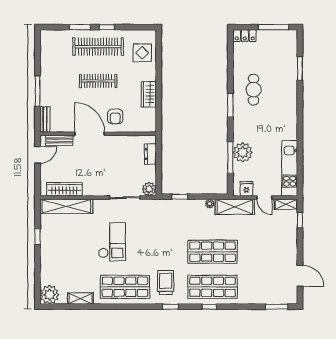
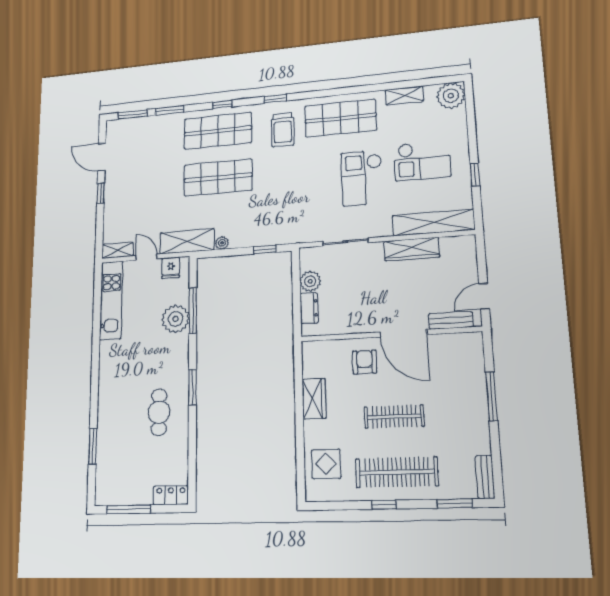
window: (80, 27) -> (455, 504), moved
bench: (45, 119) -> (485, 477), moved
wardrobe: (64, 189) -> (412, 249), moved
plant: (149, 189) -> (310, 281), moved
window: (300, 220) -> (101, 193), moved
checkout: (71, 250) -> (422, 161), added
window: (249, 307) -> (169, 110), added

